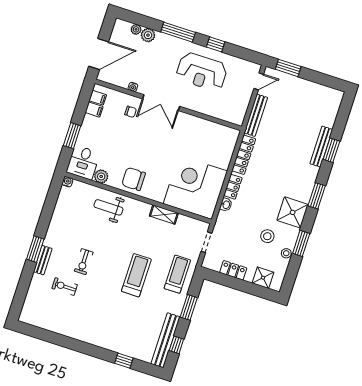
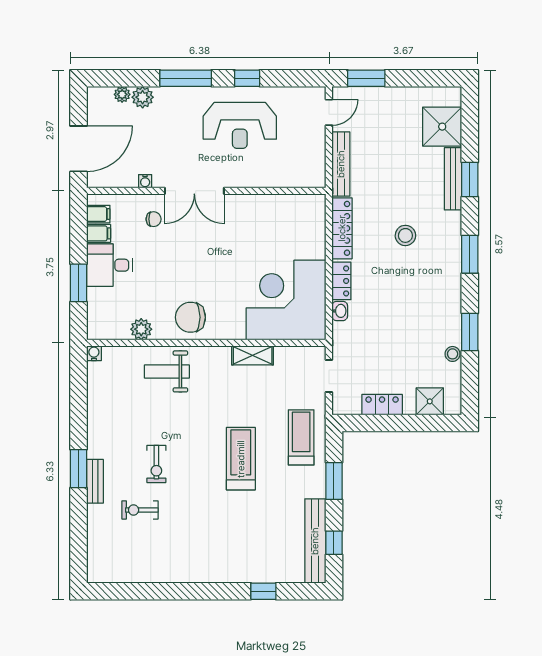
desk: (83, 162) -> (109, 265), moved, turned 90
shower: (293, 212) -> (442, 127), moved
stool: (267, 236) -> (405, 235), moved

